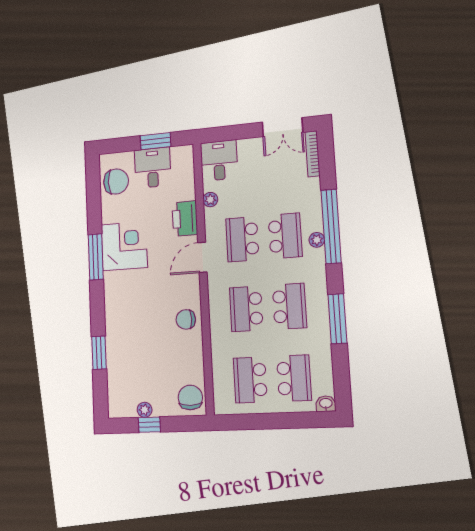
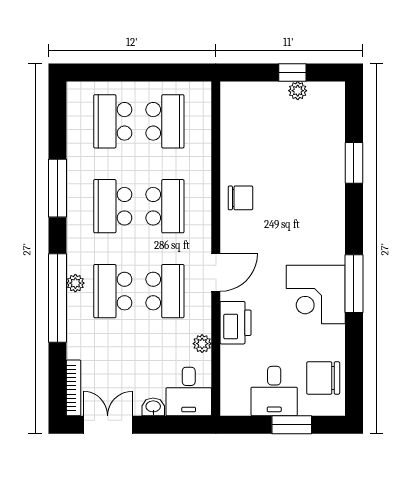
window: (155, 141) -> (292, 425), moved
chair: (190, 397) -> (239, 103), removed
washbasin: (326, 404) -> (153, 407), moved, turned 180

